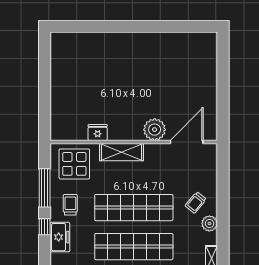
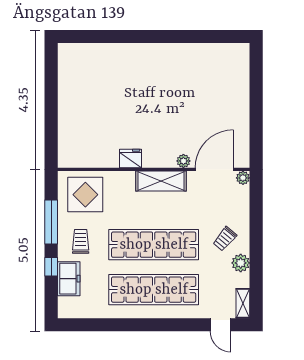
plant: (155, 130) -> (183, 161), width x0.53, depth x0.53
fridge: (98, 133) -> (130, 158), moved
plant: (211, 149) -> (243, 178), added
shelving: (122, 152) -> (161, 181), moved

